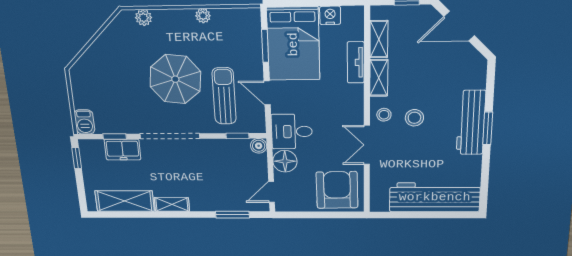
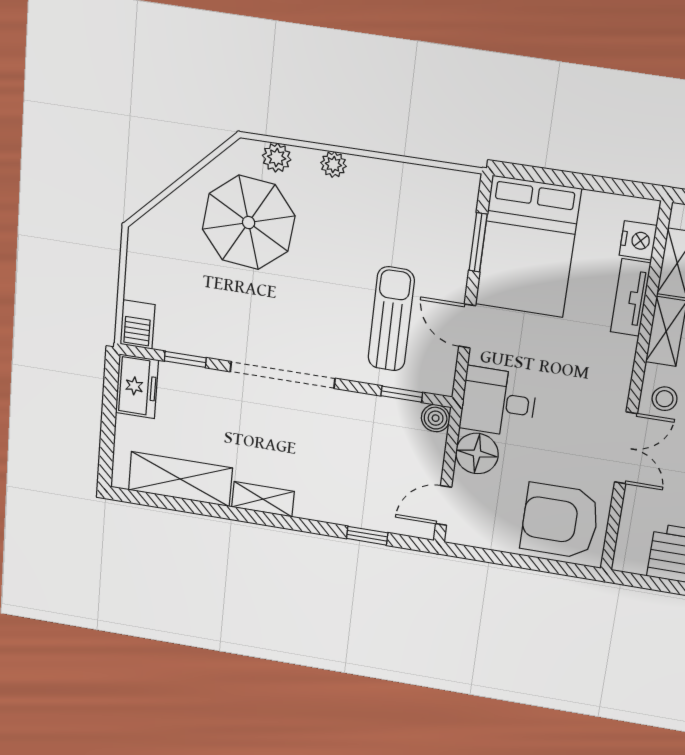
nightstand: (330, 15) -> (638, 240), moved, turned 90
plant: (203, 16) -> (333, 164), moved
parasol: (175, 79) -> (249, 223), moved
double door: (367, 145) -> (626, 448), swing flipped
freezer: (123, 150) -> (137, 386), moved, turned -90
window: (77, 158) -> (111, 387), removed
armchair: (337, 190) -> (560, 521), turned -89
window: (233, 215) -> (367, 536), width x0.67

